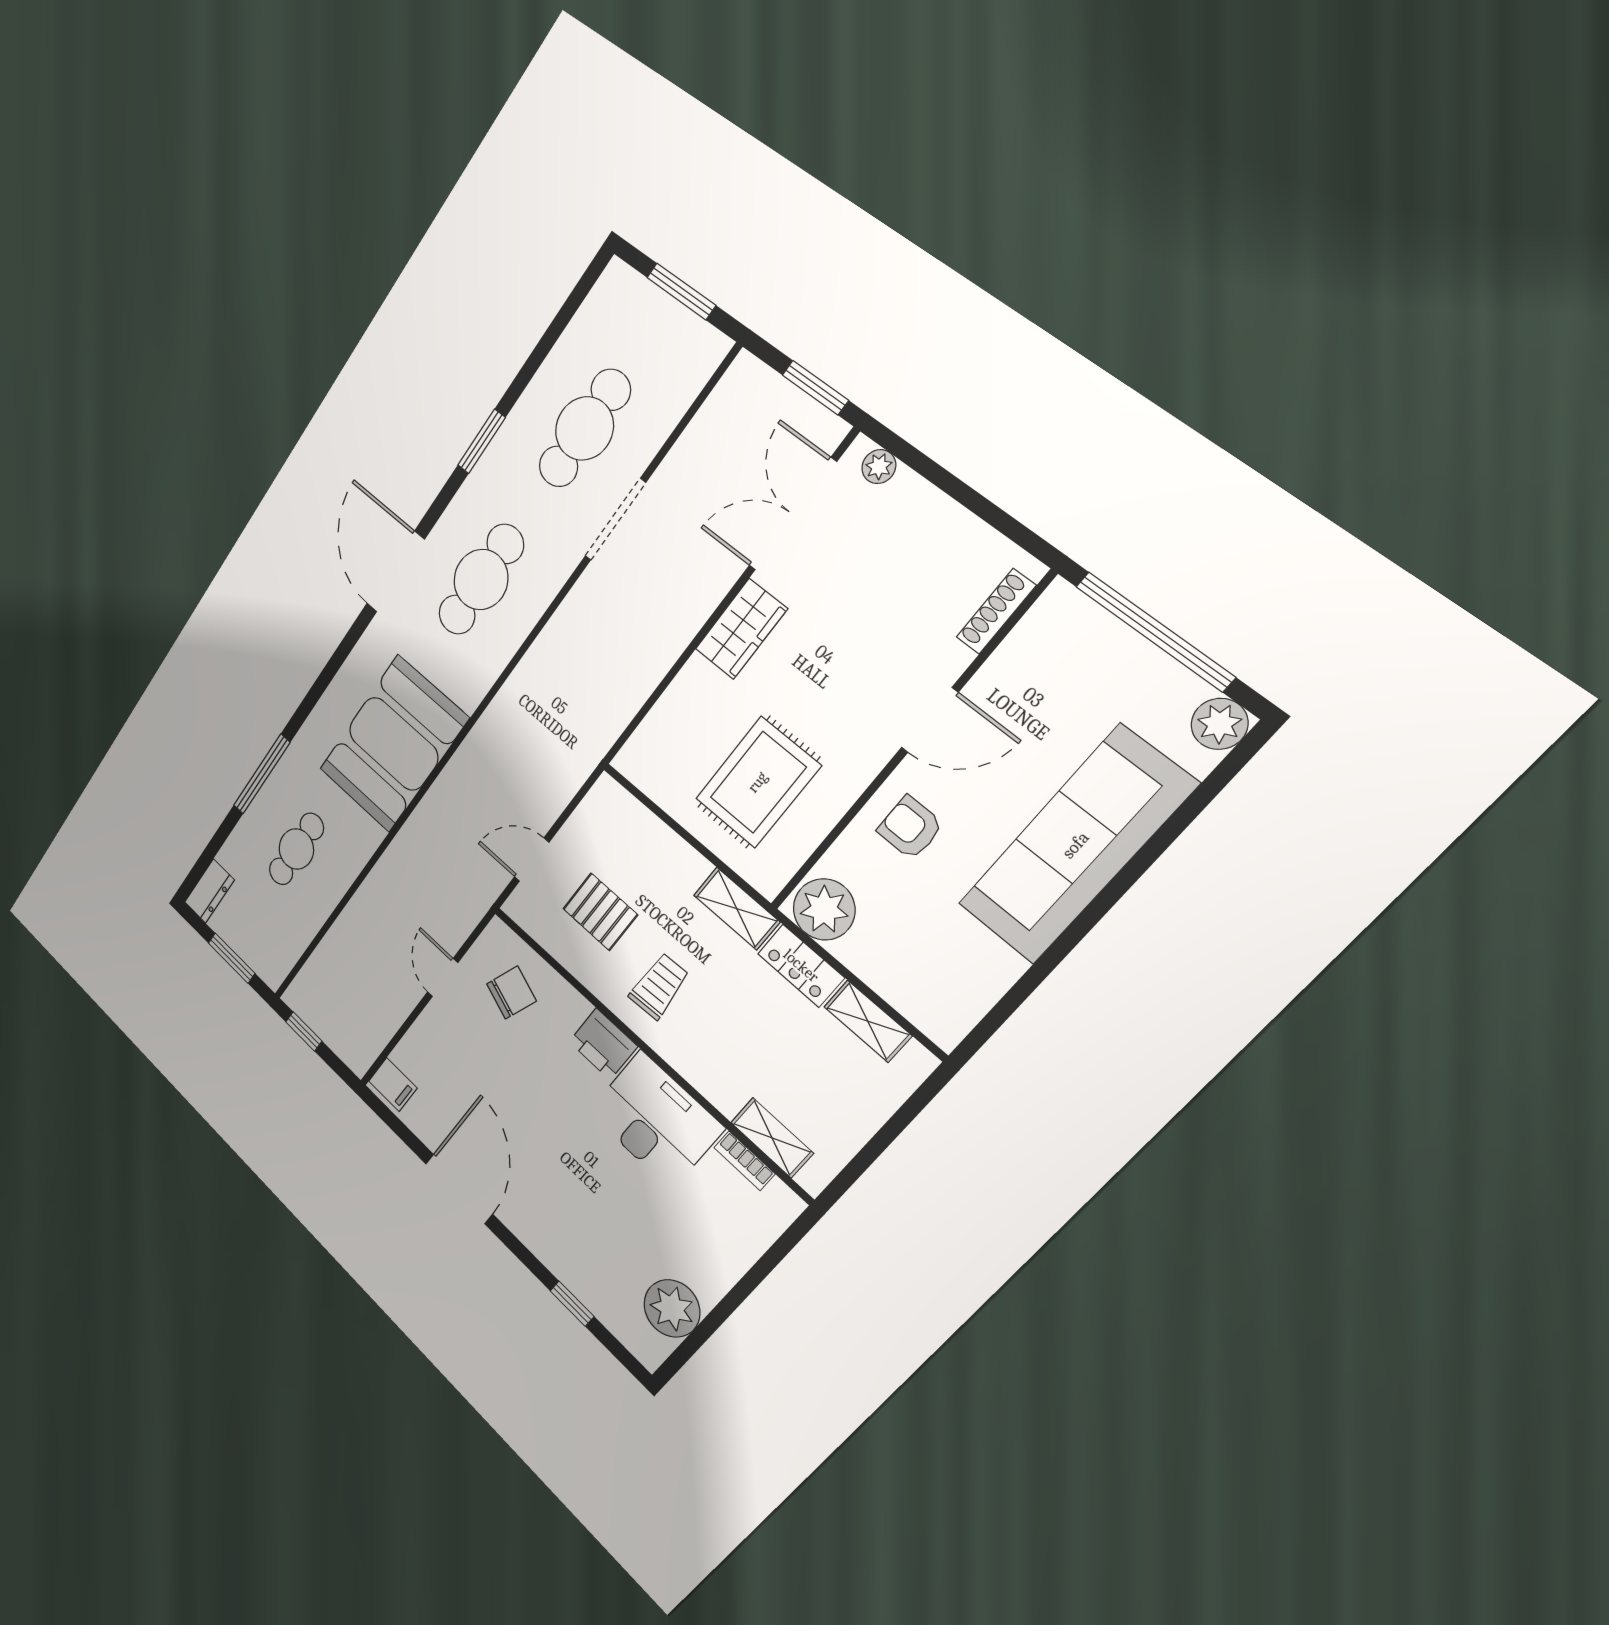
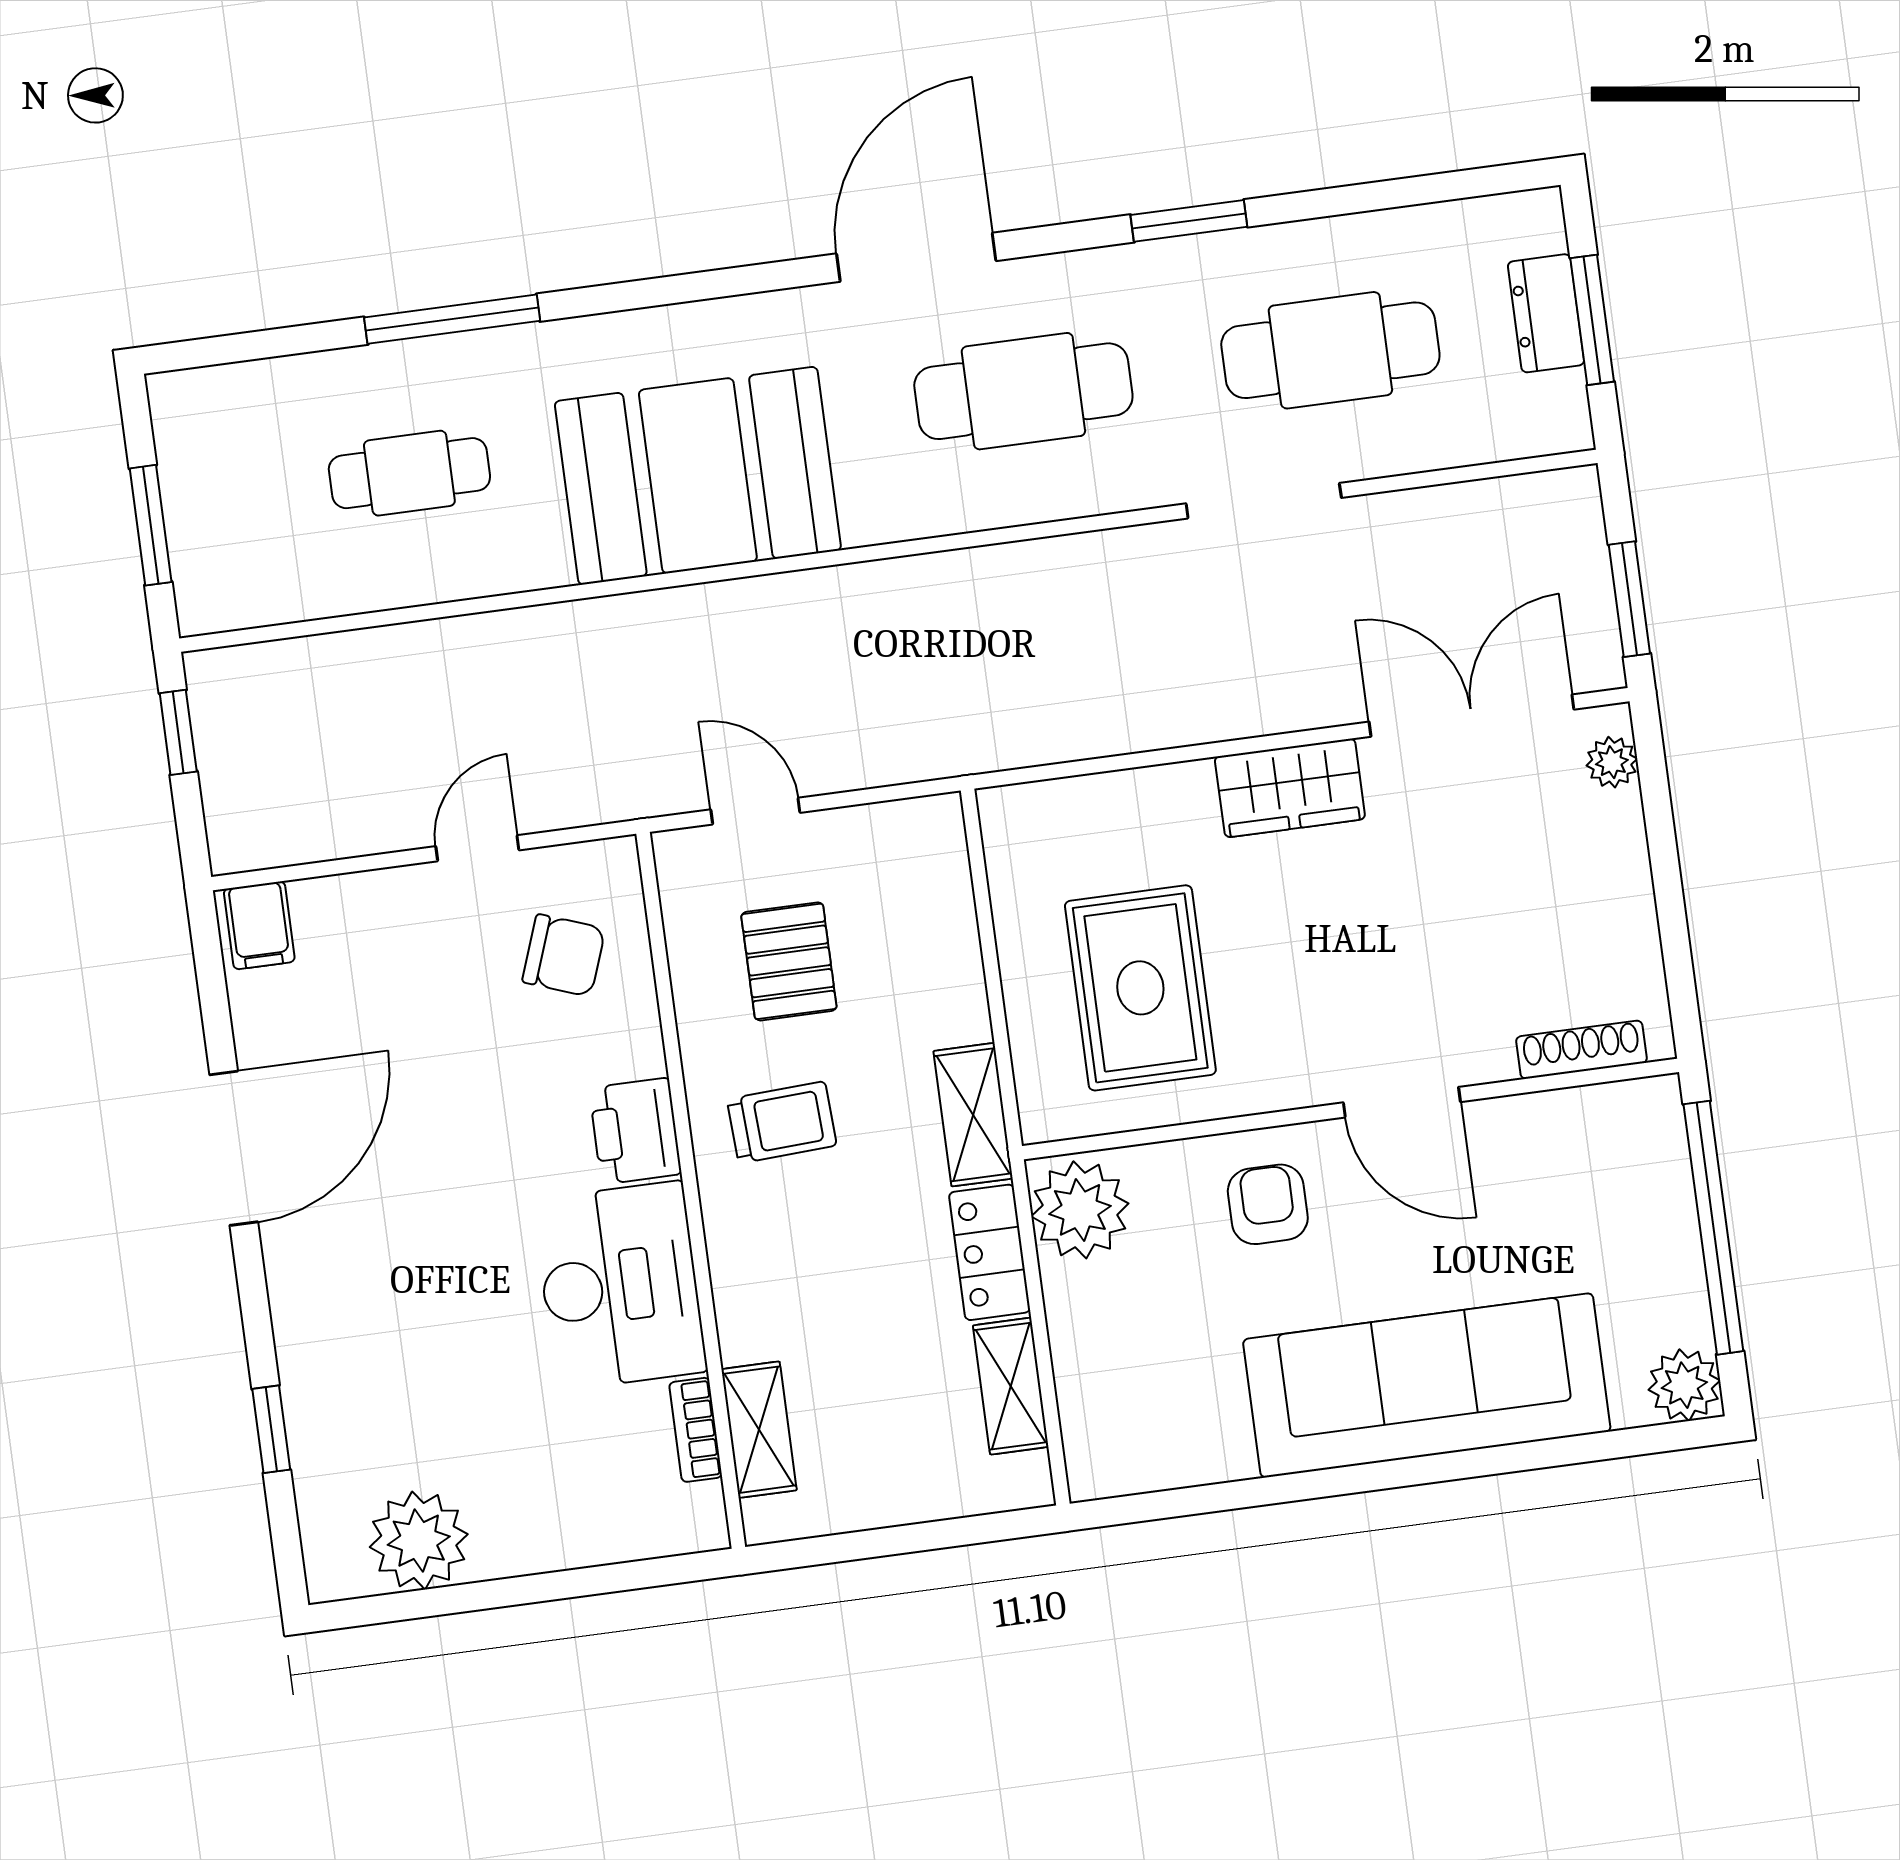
rug: (758, 782) -> (1140, 988), turned 90
dresser: (209, 891) -> (1546, 313), moved, turned 90

